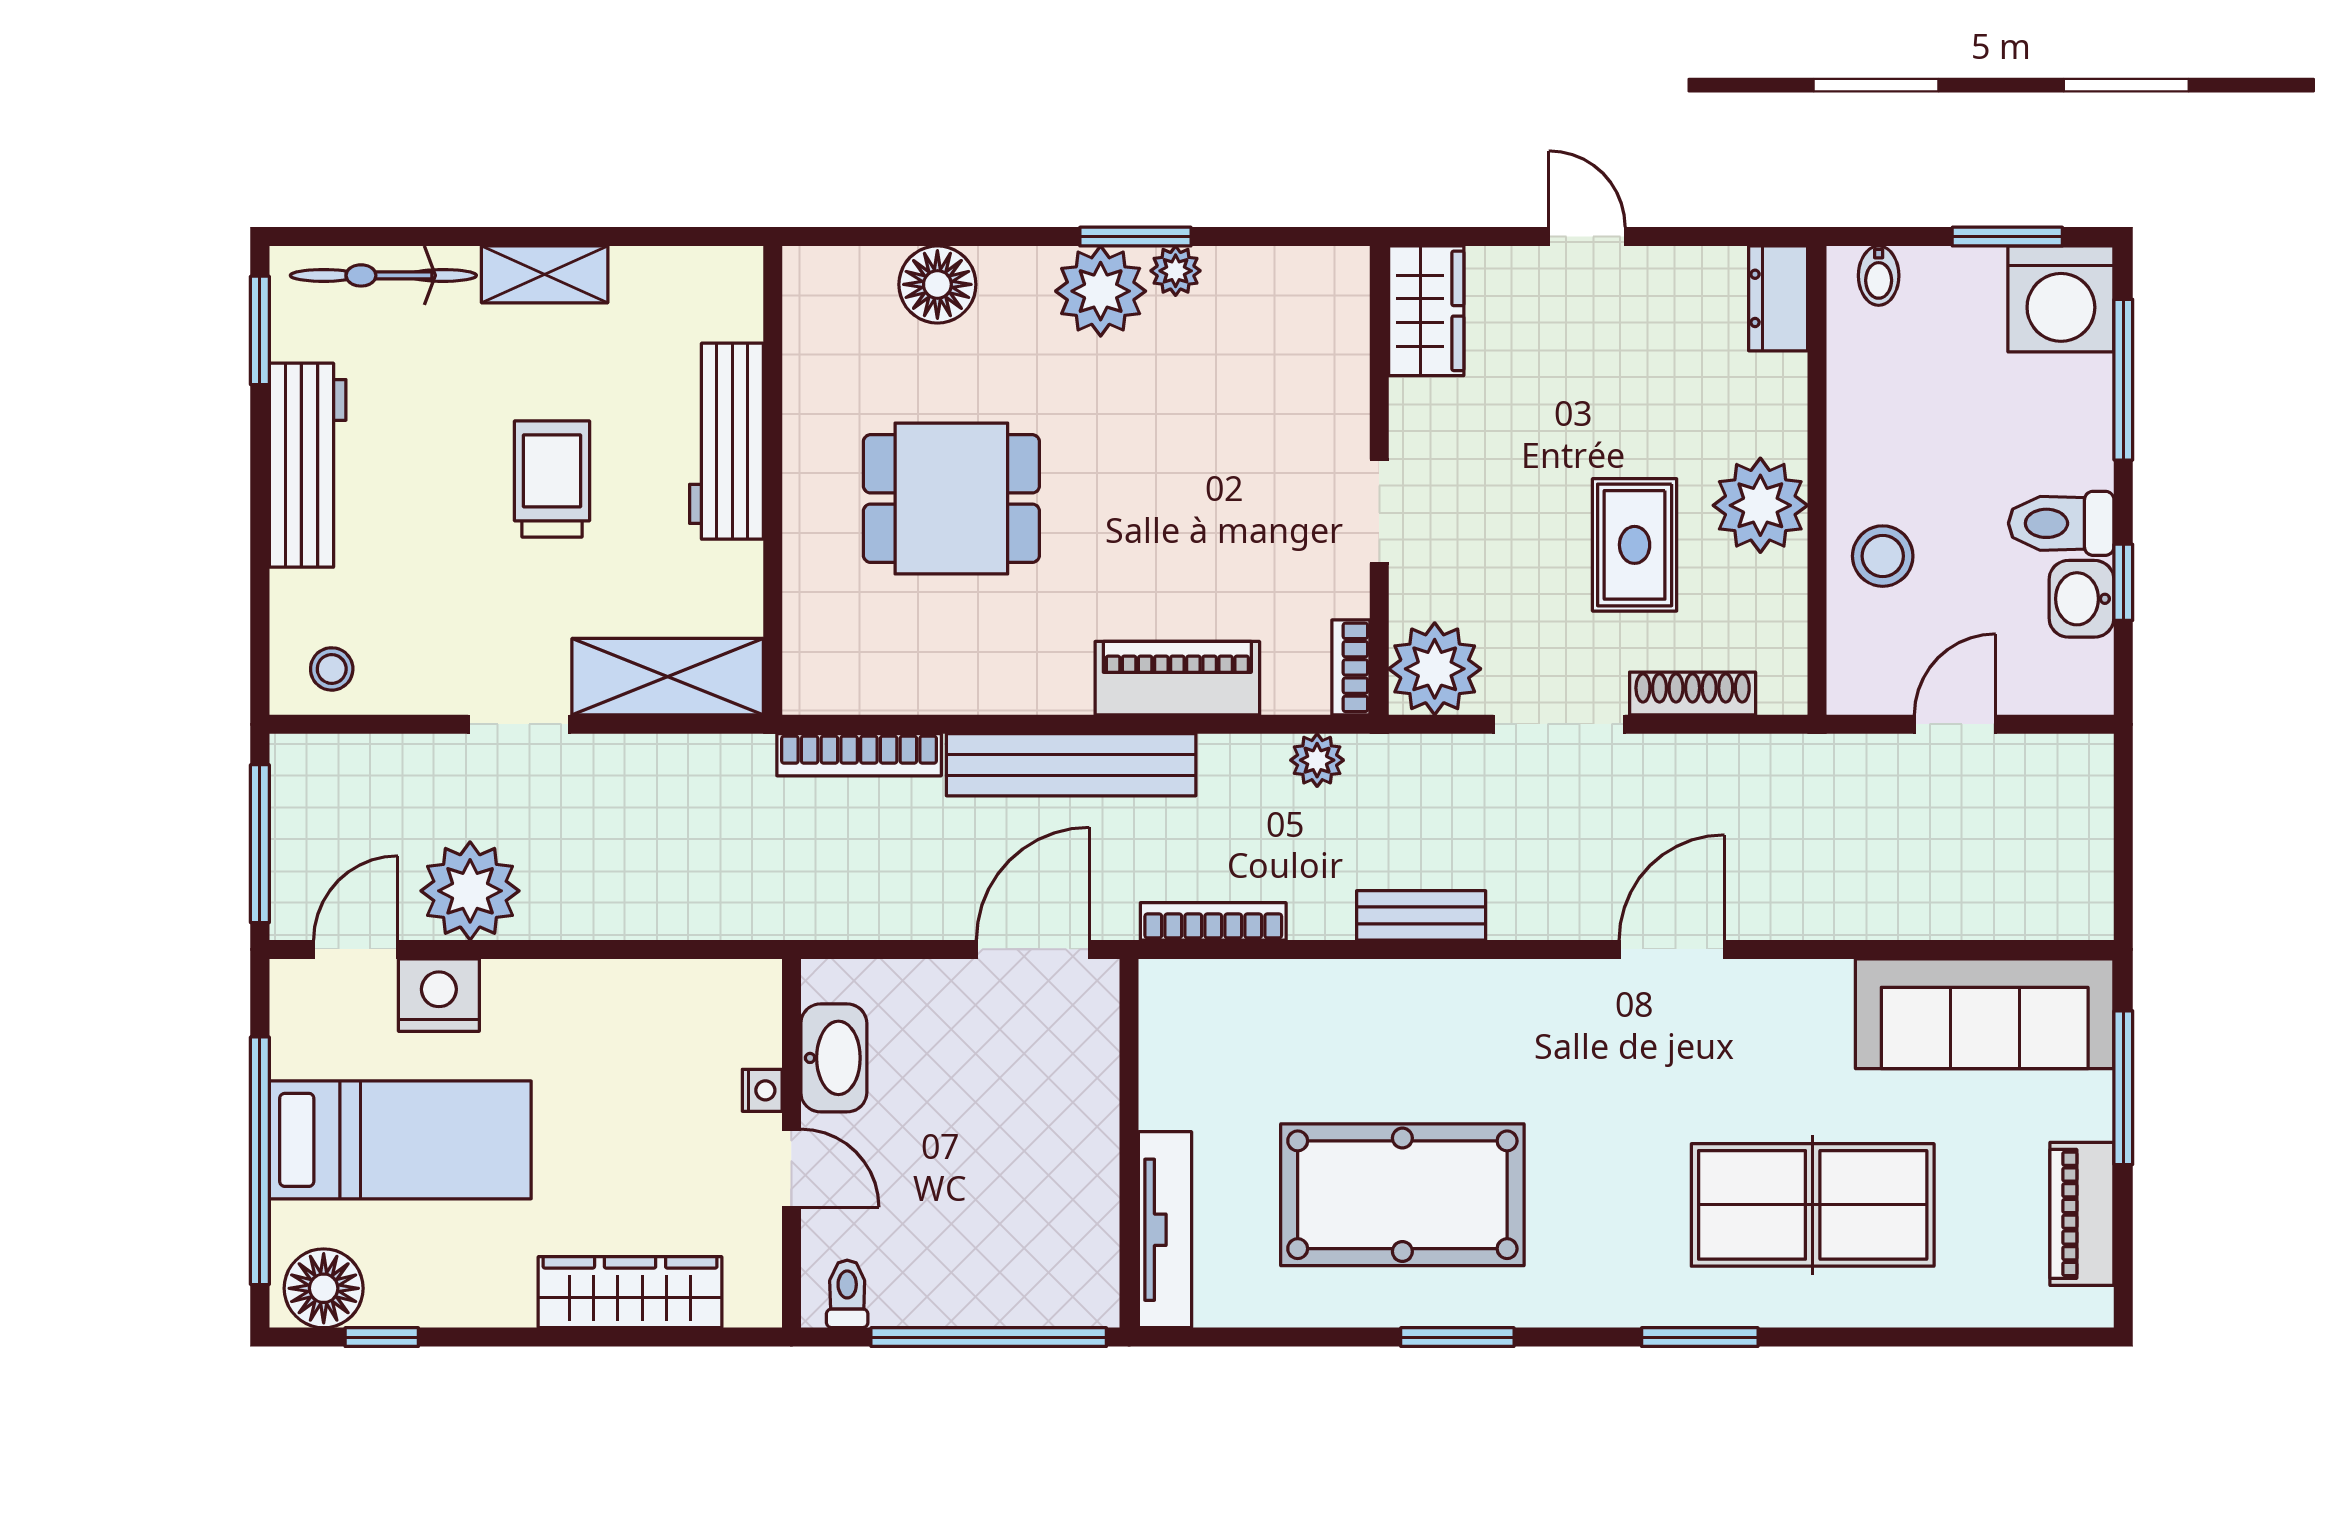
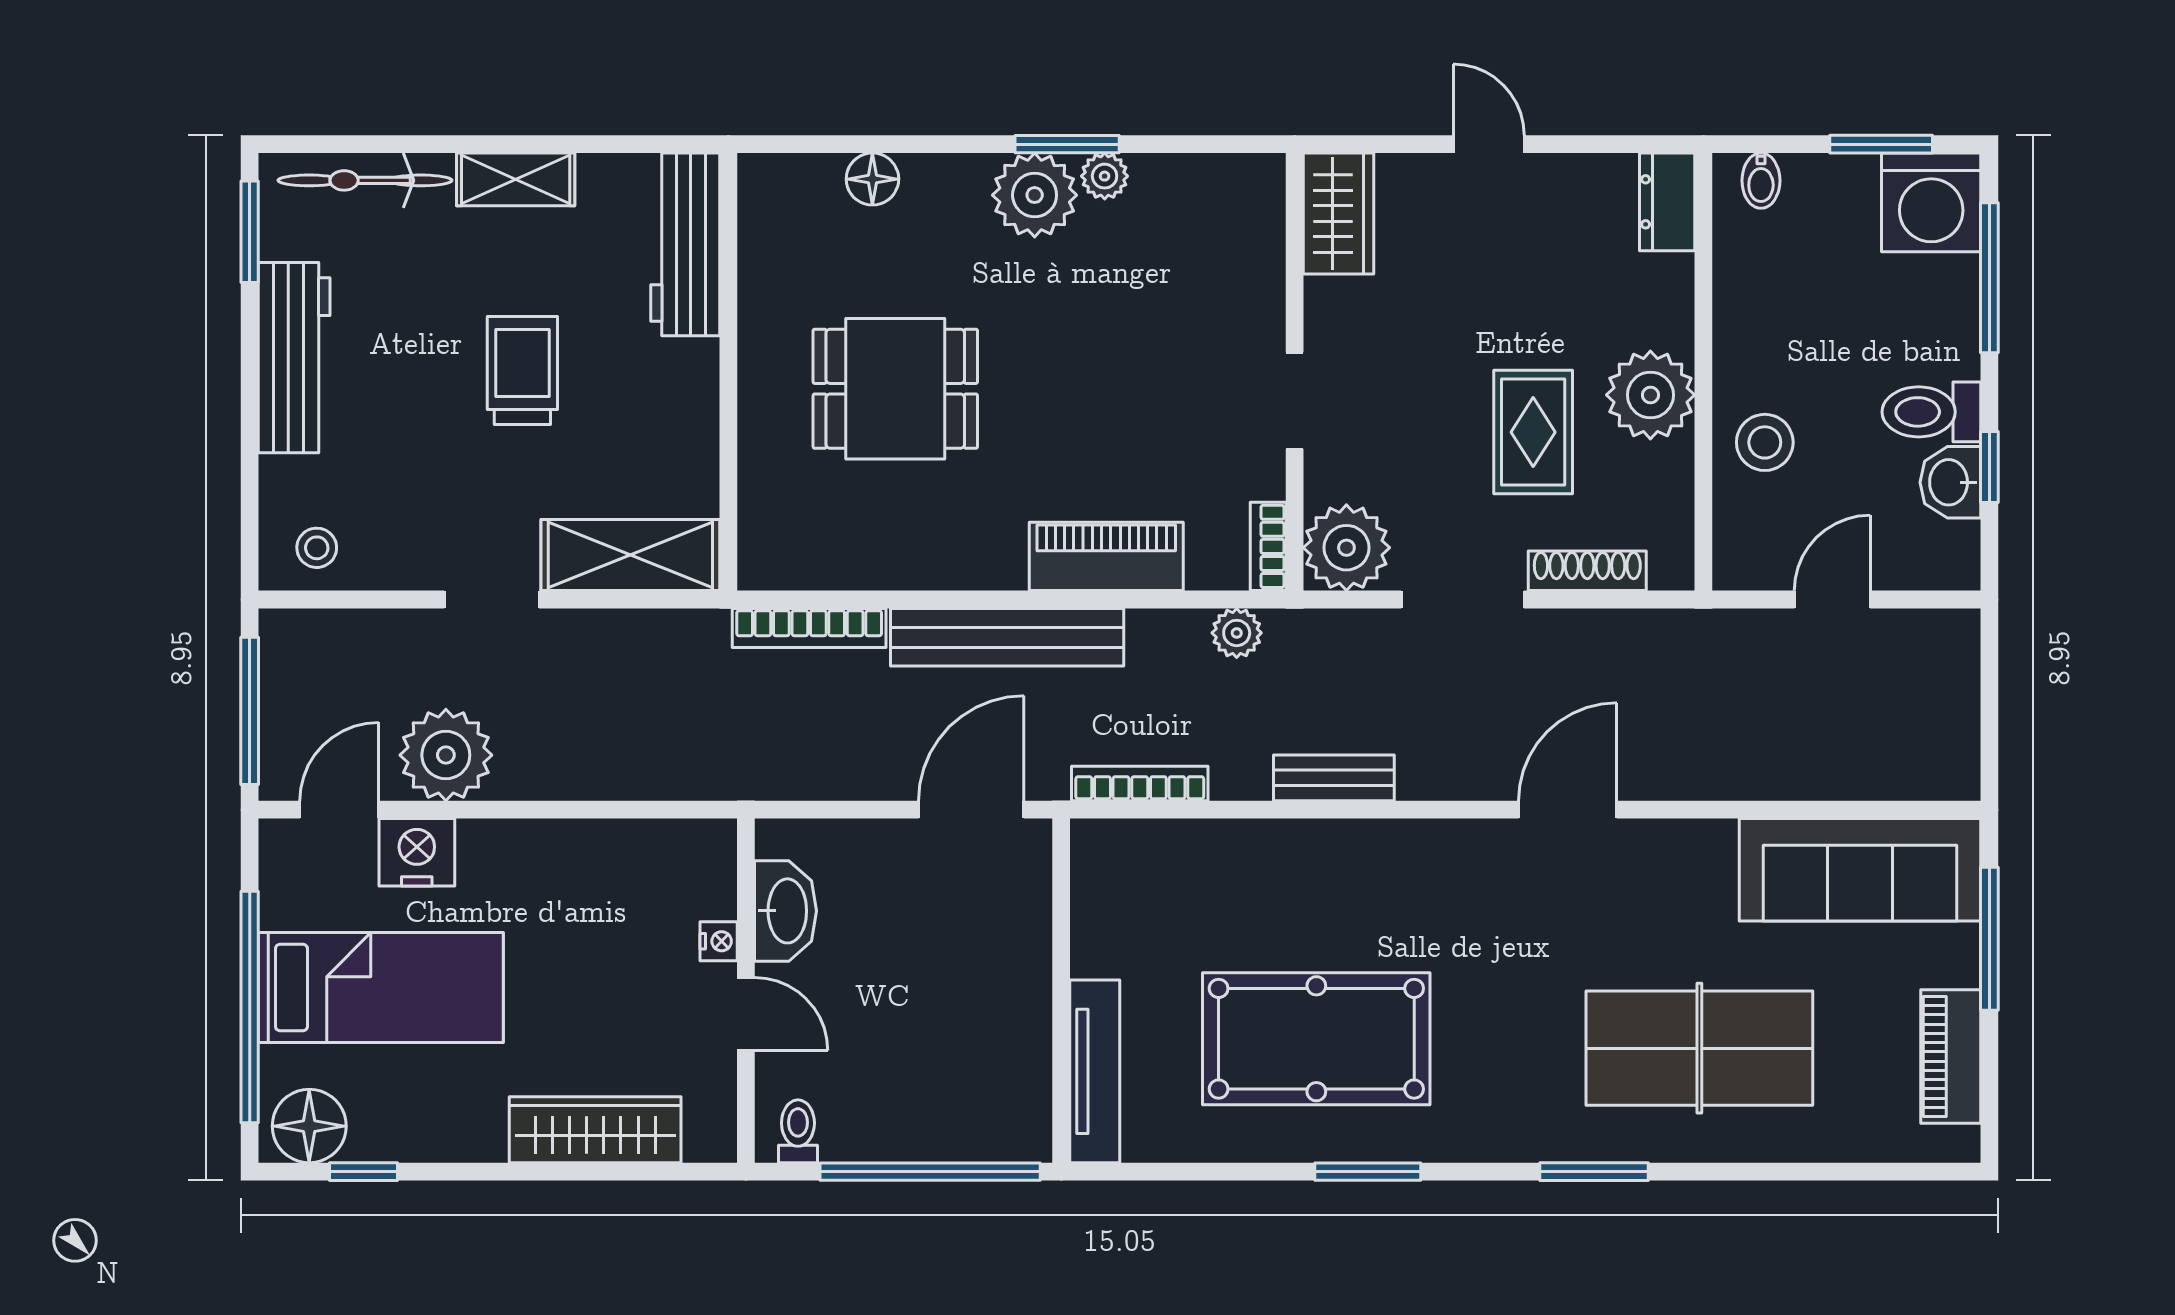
floor lamp: (937, 284) -> (872, 179), width x0.73, depth x0.73
workbench: (726, 441) -> (685, 244), moved

